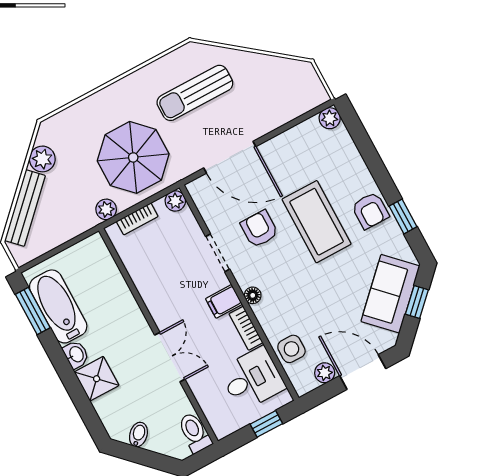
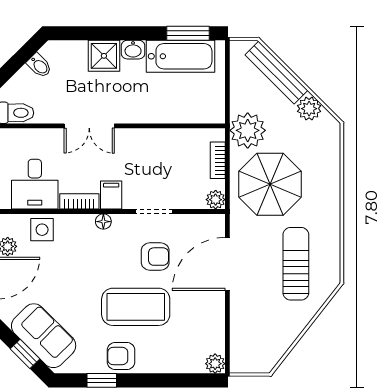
plant: (106, 209) -> (248, 130), width x1.87, depth x1.87

